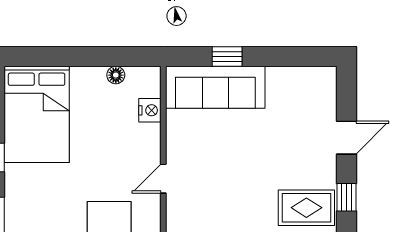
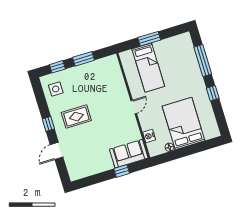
sofa: (215, 87) -> (129, 154), width x0.73
bed: (37, 114) -> (184, 123), moved
rug: (306, 208) -> (76, 117), moved

